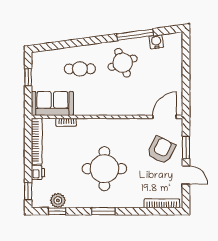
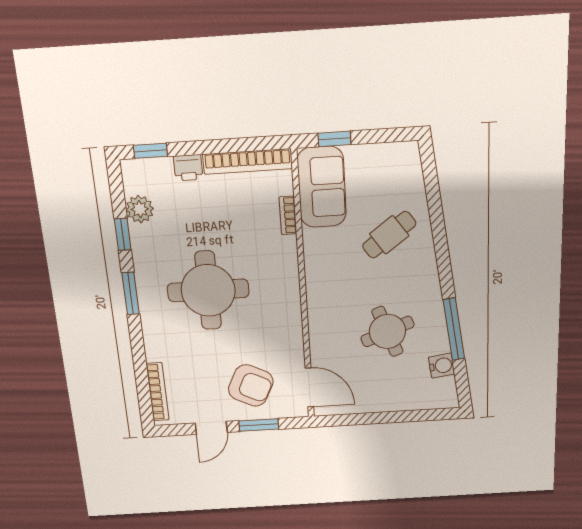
round table: (123, 63) -> (387, 331), moved
cafe table: (80, 69) -> (389, 235), turned 54
window: (28, 77) -> (334, 139), moved
window: (57, 211) -> (123, 234), moved

